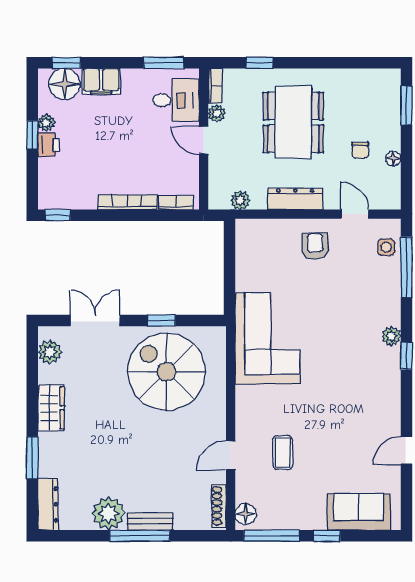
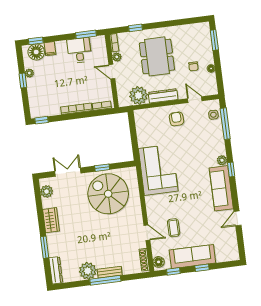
filing cabinet: (101, 81) -> (50, 49), width x0.50
desk: (176, 100) -> (79, 50), moved, turned -90
printer: (49, 145) -> (32, 84), removed
plant: (240, 200) -> (138, 95), width x1.87, depth x1.87
sofa: (383, 389) -> (221, 188), added
door: (231, 455) -> (147, 233), swing flipped
sofa: (359, 512) -> (192, 257), moved, width x1.36
window: (272, 536) -> (173, 271), width x0.46

